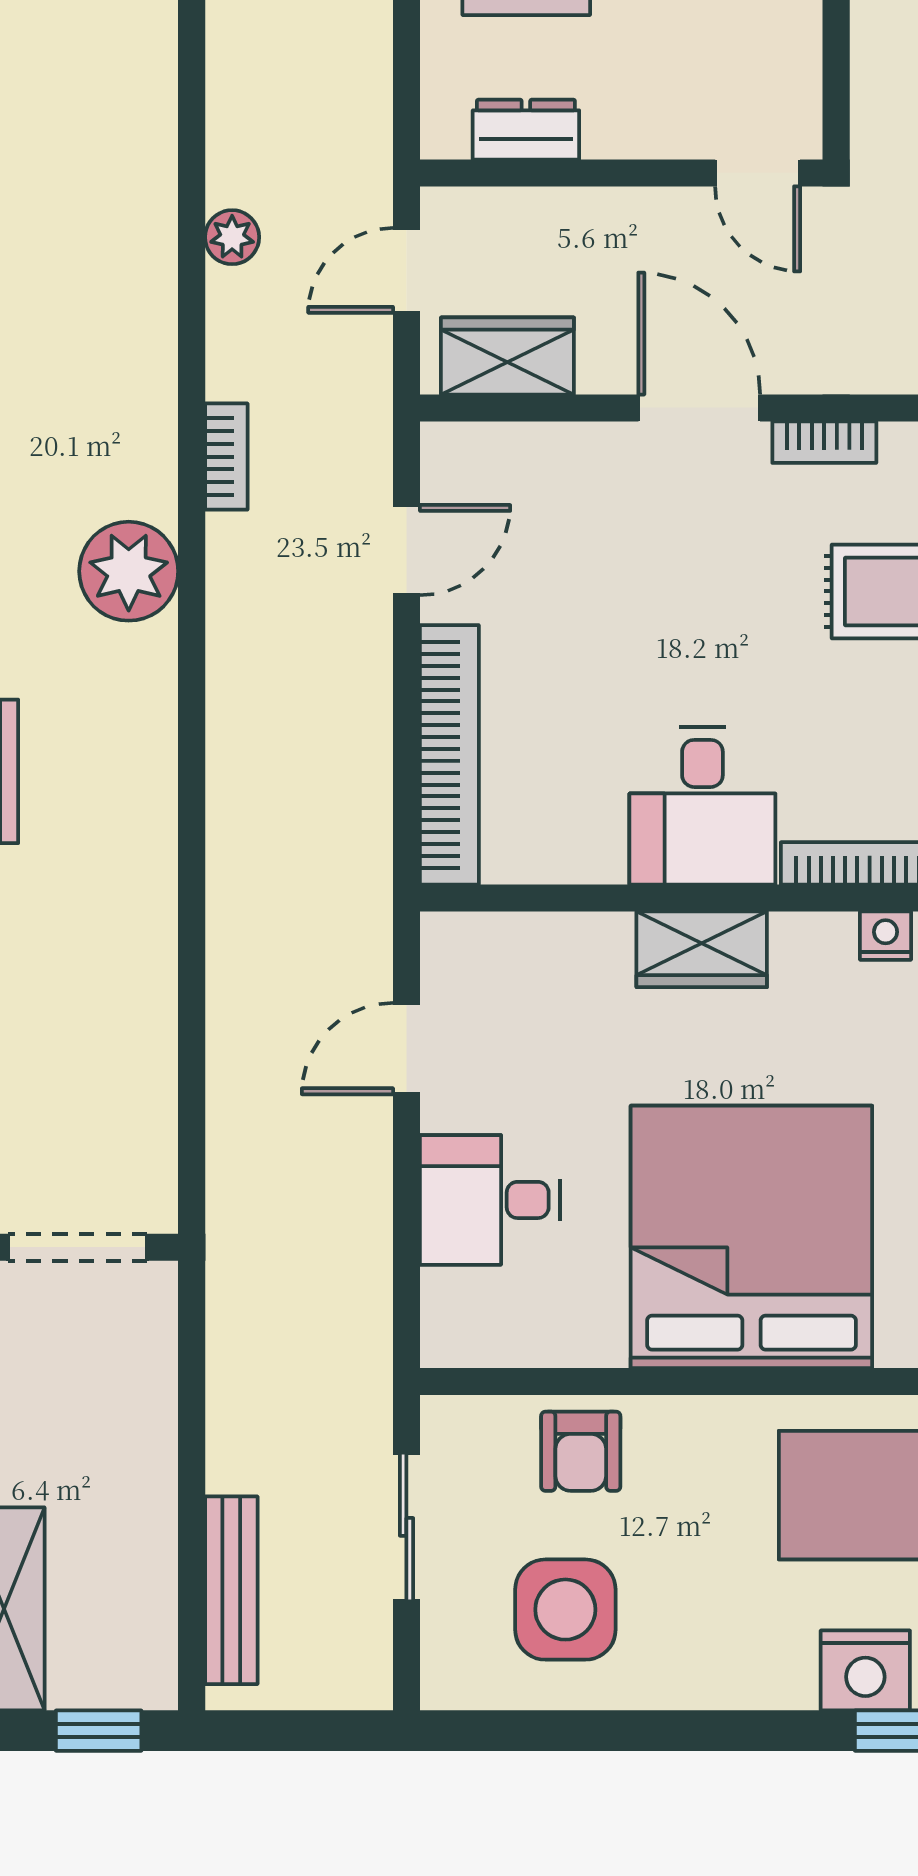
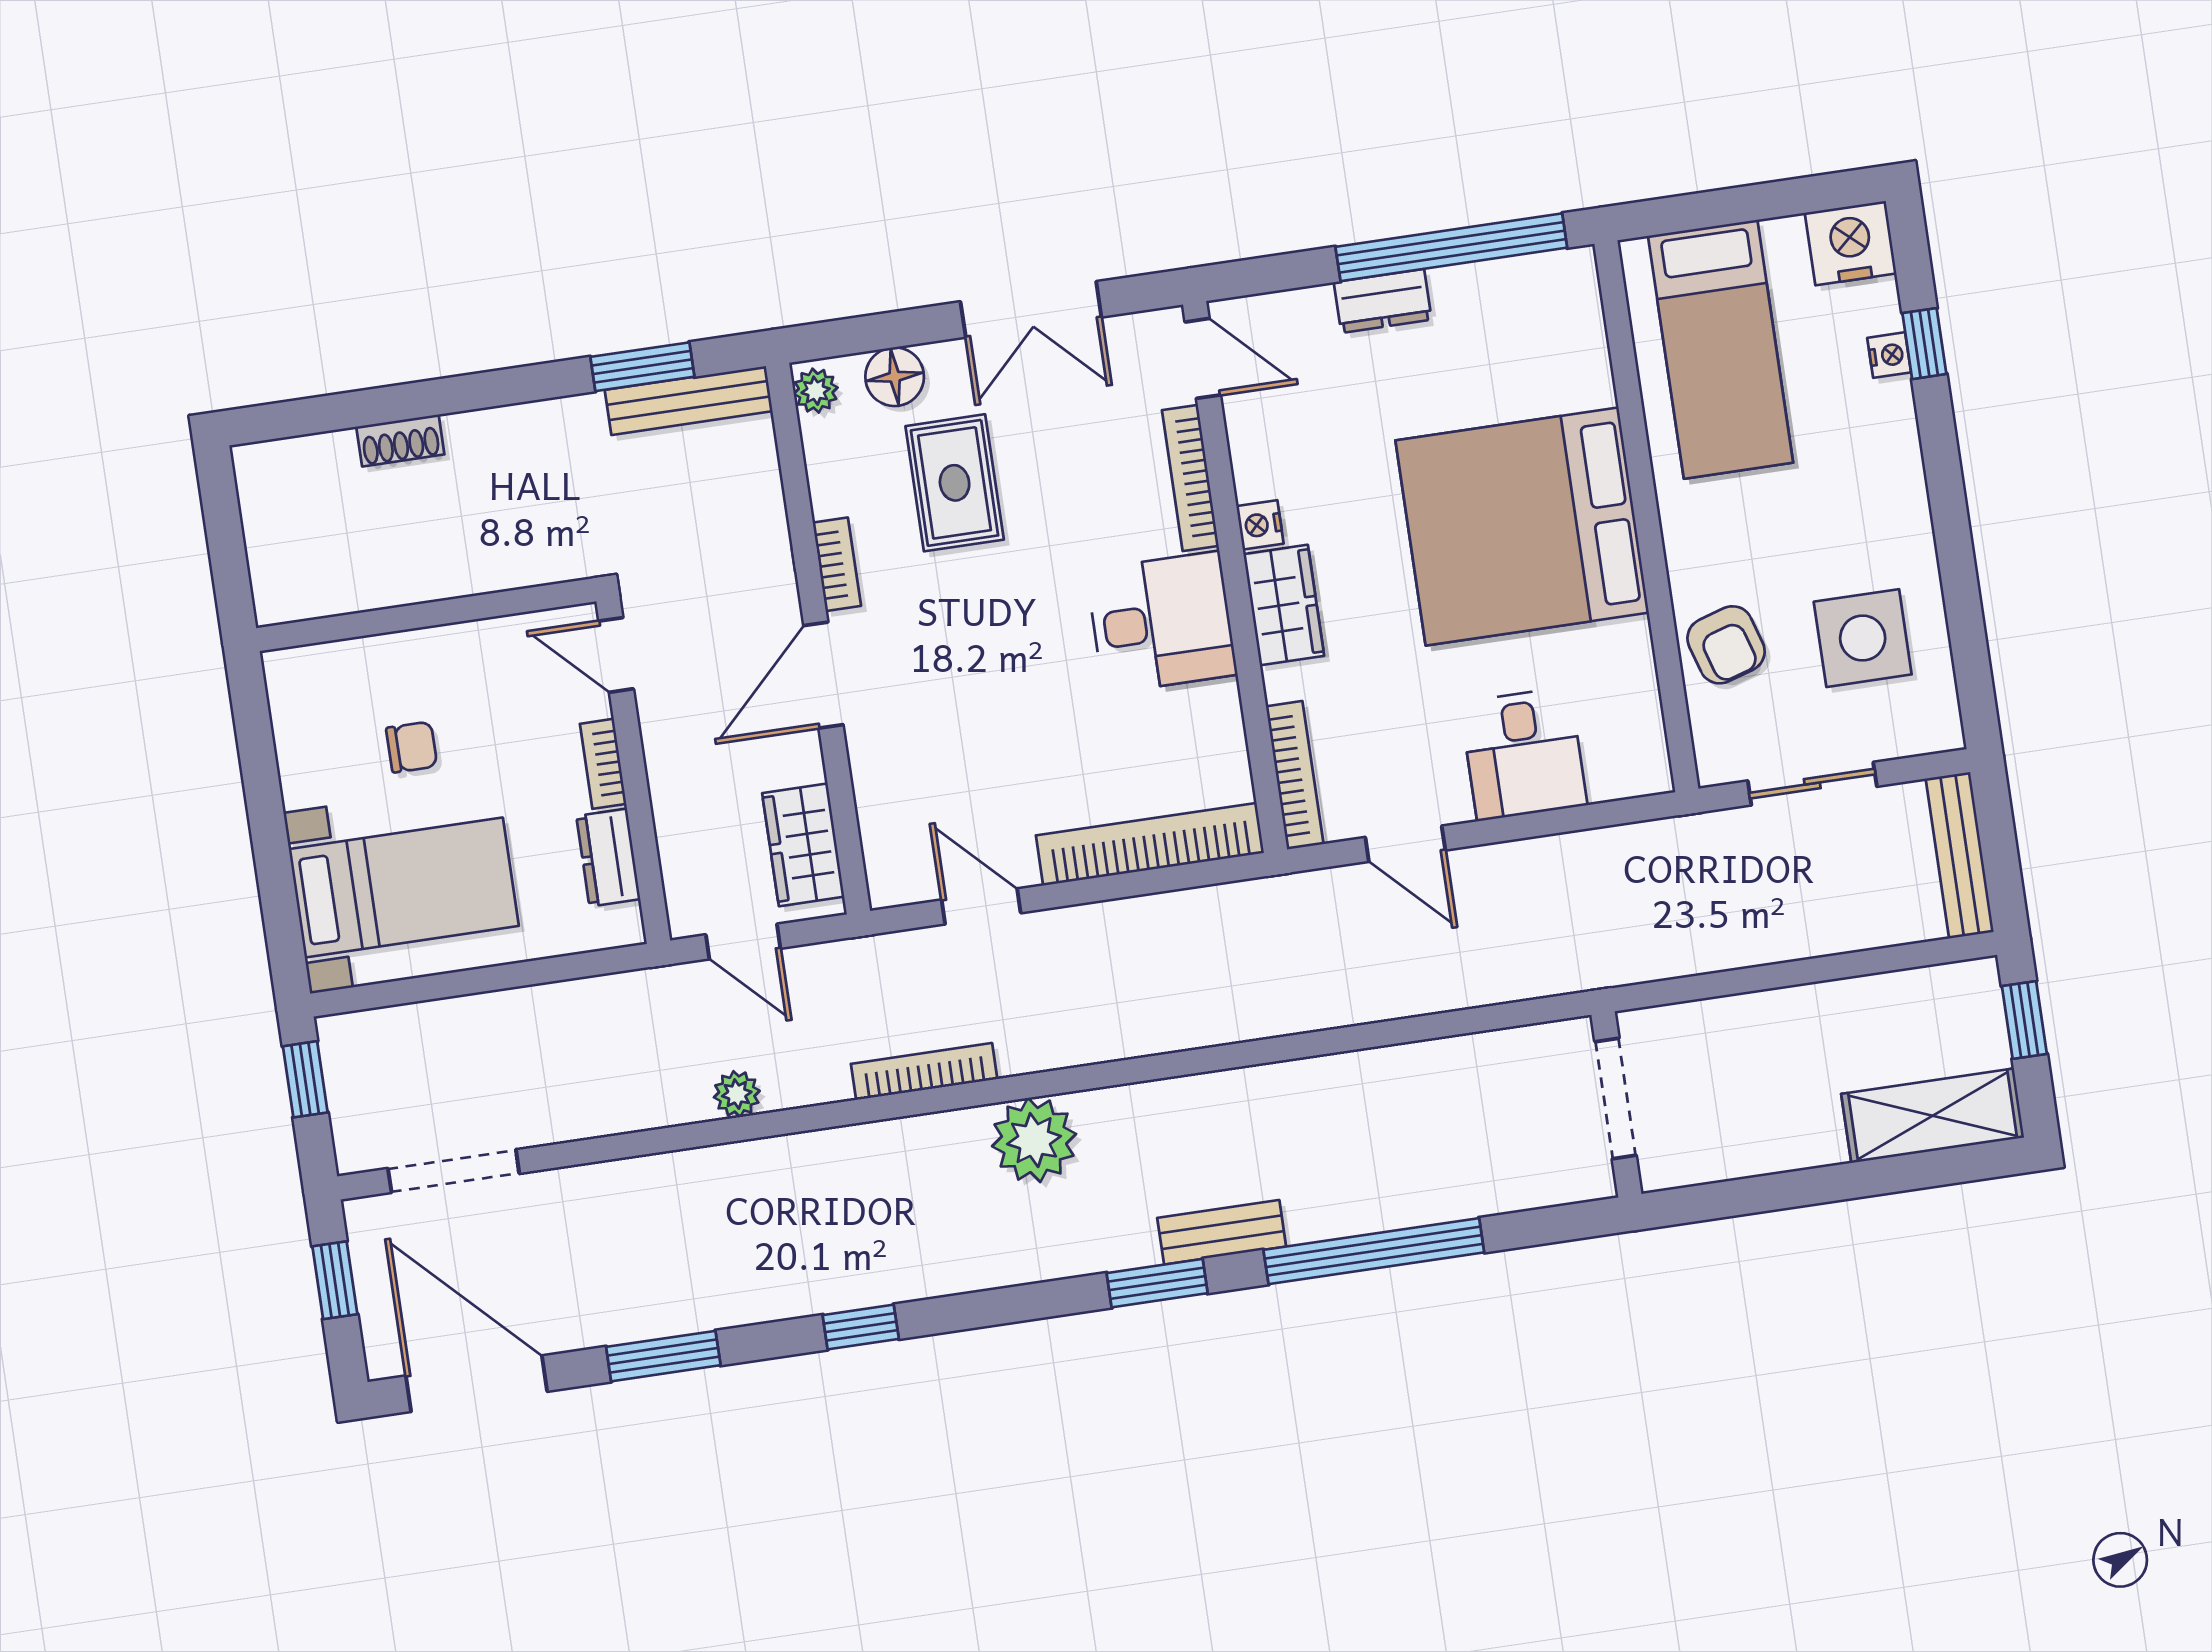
bookcase: (635, 139) -> (603, 764), added
door: (758, 173) -> (616, 655), swing flipped
bookcase: (226, 457) -> (924, 1071), width x1.56
bookcase: (504, 933) -> (1295, 775), added
nightstand: (886, 936) -> (1260, 525), moved
armchair: (581, 1451) -> (1726, 645), turned 73
bench: (231, 1590) -> (1960, 855), moved, turned 90
nightstand: (865, 1670) -> (1889, 355), width x0.53, depth x0.56

